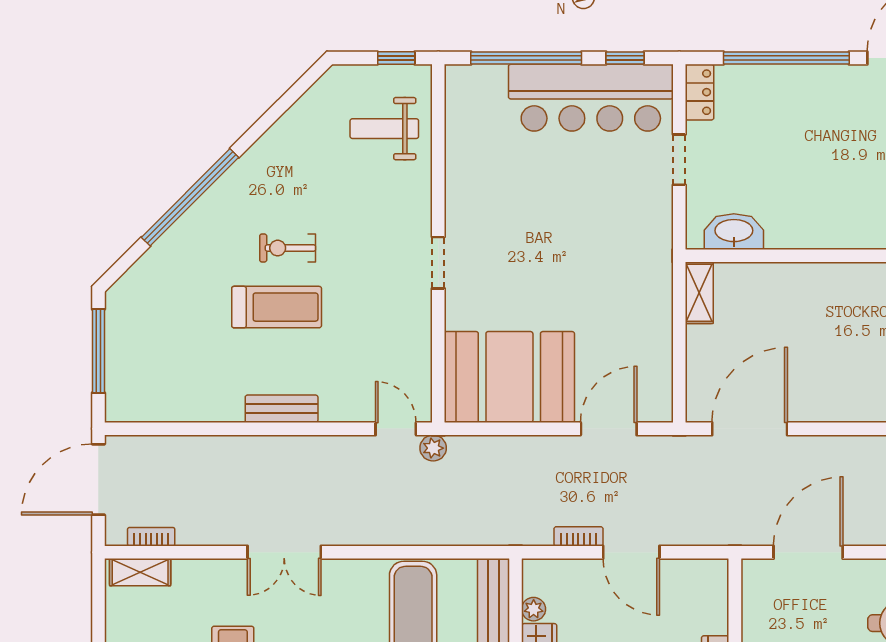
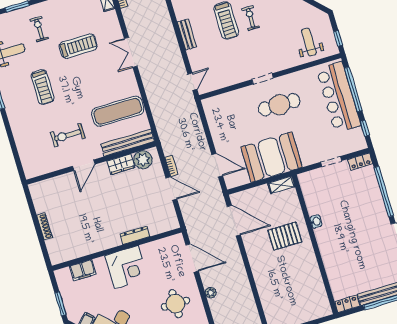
bar counter: (591, 98) -> (339, 97), moved
washbasin: (734, 232) -> (316, 221), moved, width x0.52, depth x0.69
cafe table: (511, 242) -> (279, 105), added
pallet: (821, 320) -> (285, 236), added
booth: (509, 377) -> (272, 157), moved, turned 90
plant: (433, 448) -> (189, 99), removed
door: (631, 552) -> (171, 189), swing flipped
plant: (534, 609) -> (143, 160), width x1.87, depth x1.87

